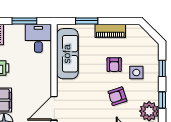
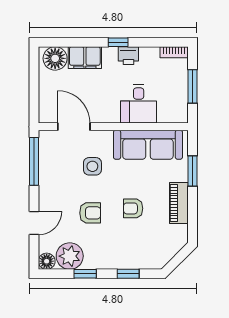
desk: (38, 38) -> (139, 104), moved, turned 90
side table: (136, 73) -> (92, 166), moved
armchair: (117, 96) -> (90, 213), turned 108

